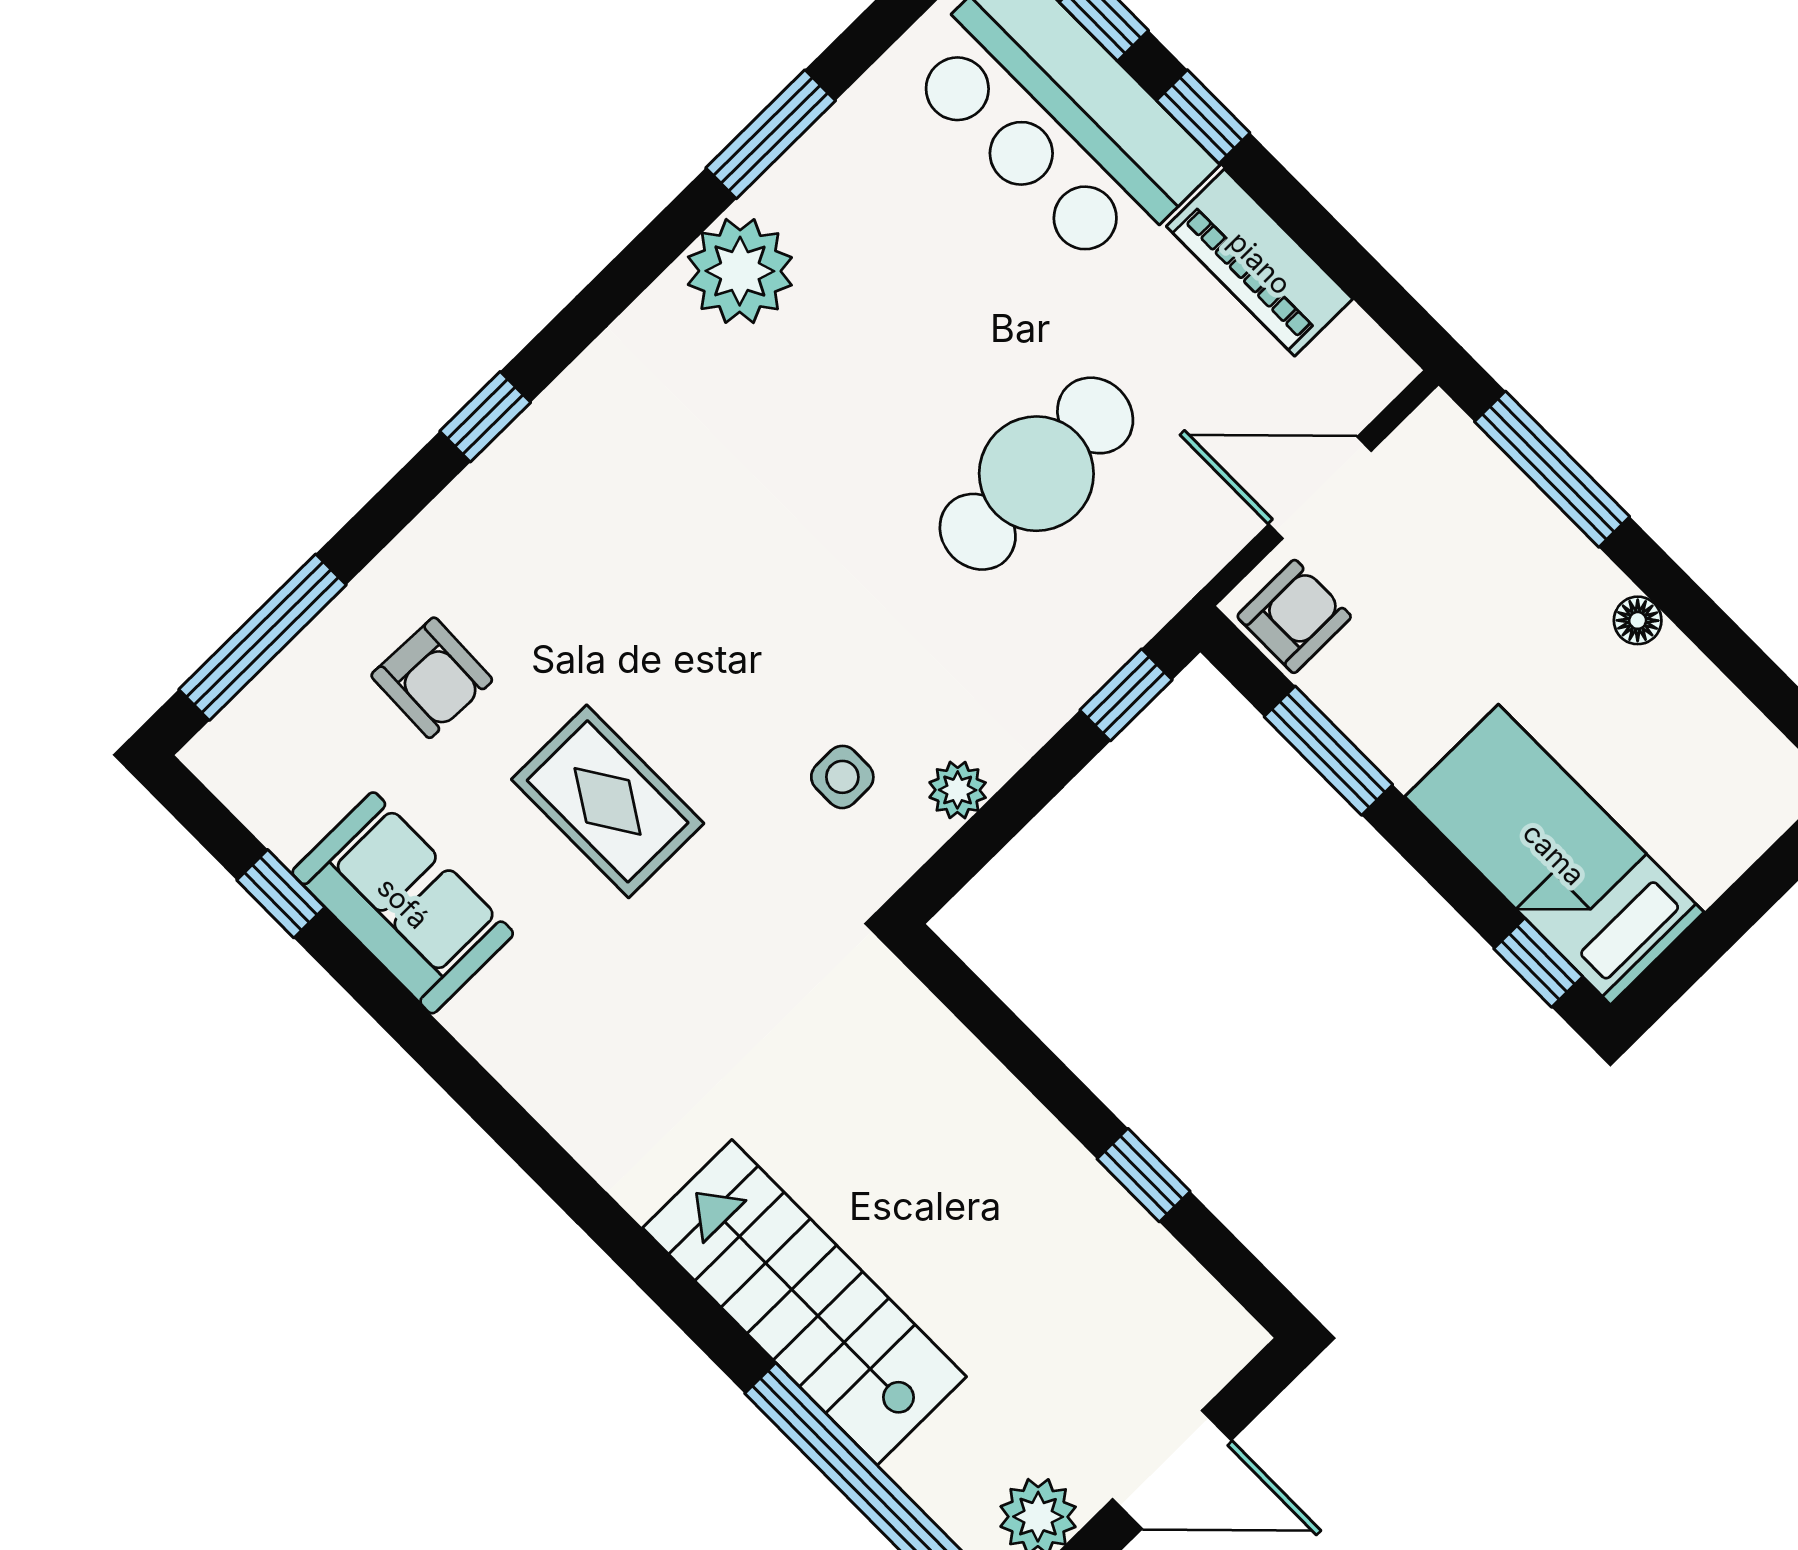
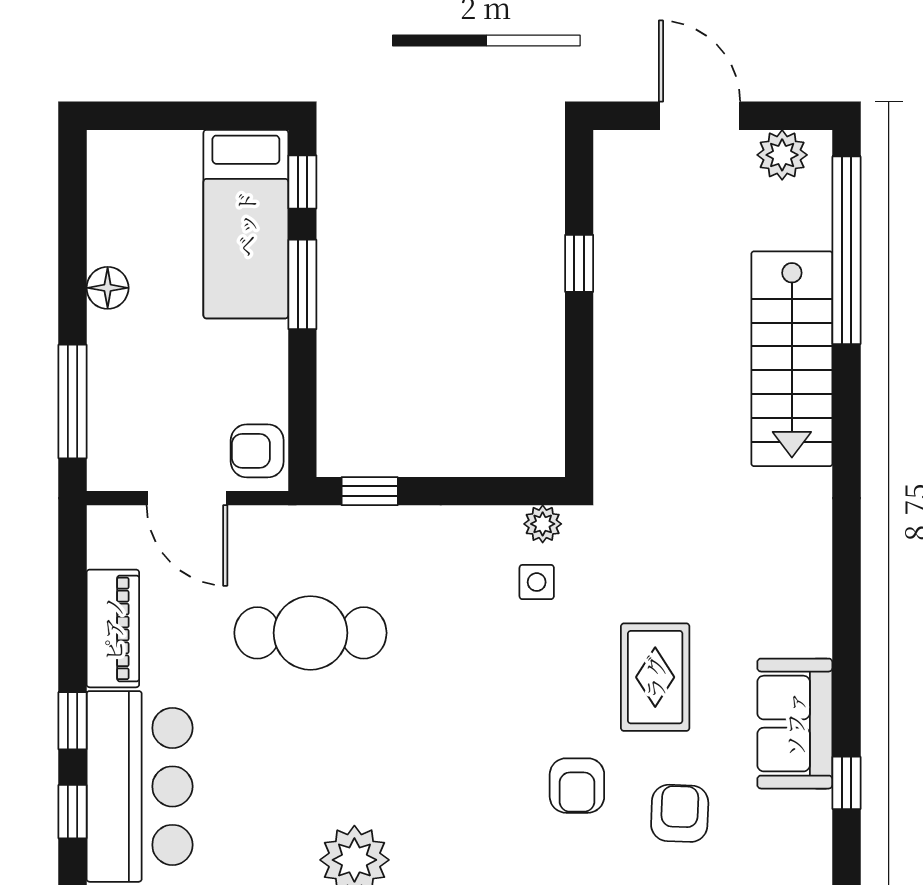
armchair: (576, 596) -> (577, 786), added
floor lamp: (1638, 620) -> (108, 288), width x1.37, depth x1.37
window: (1328, 751) -> (302, 284), moved
plant: (958, 790) -> (543, 524), moved

